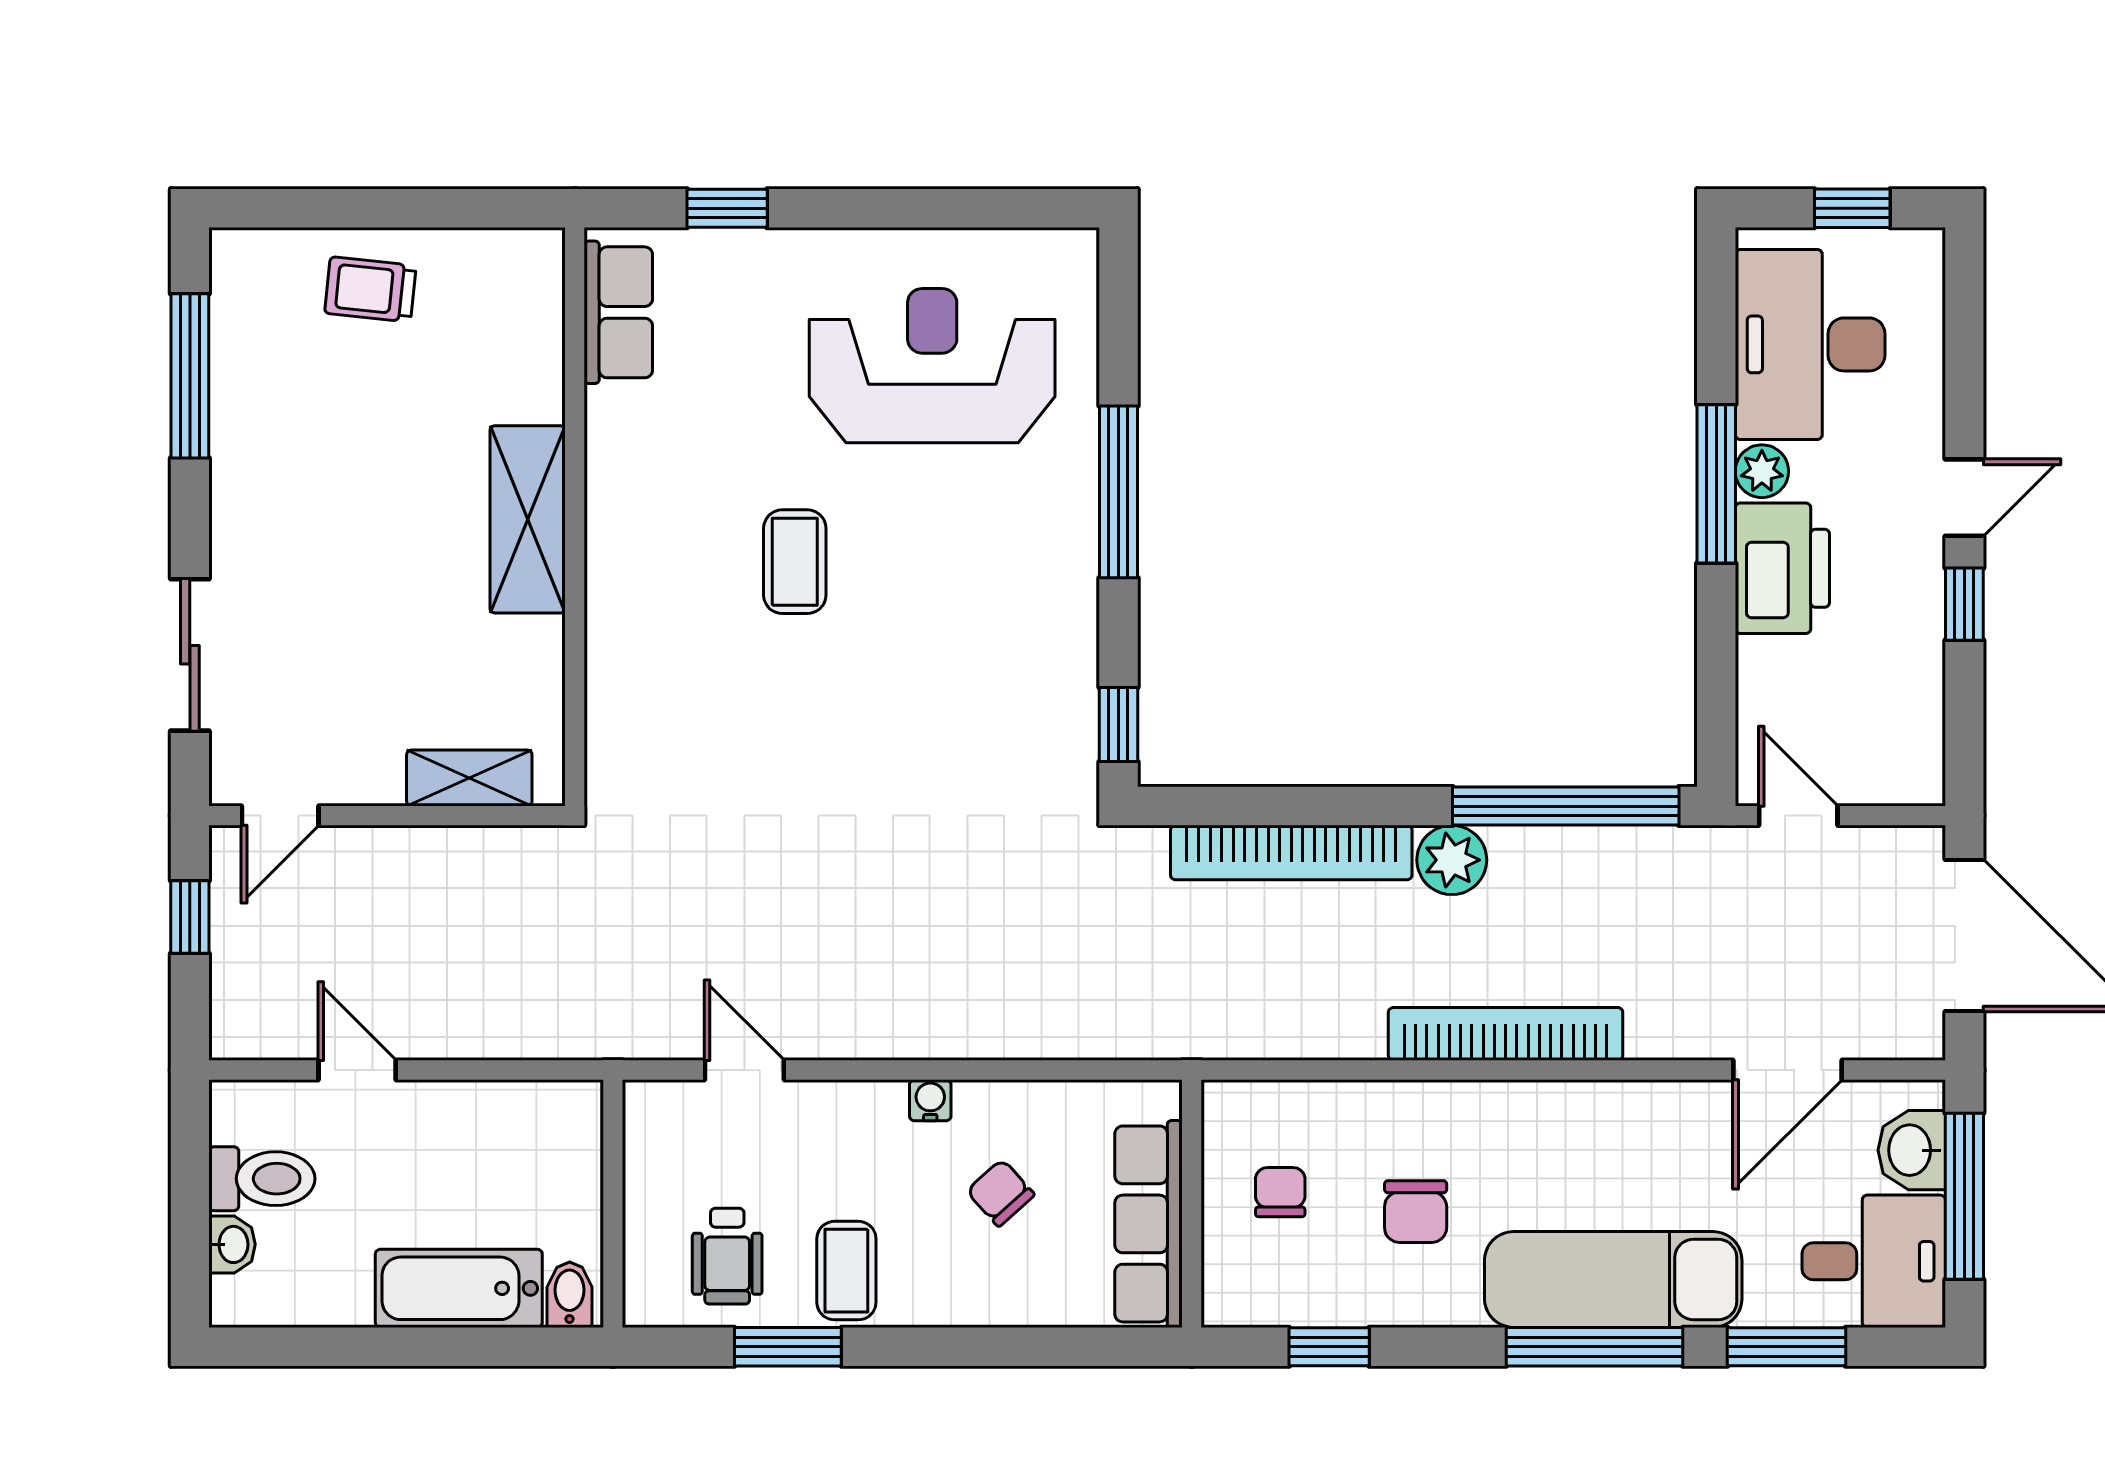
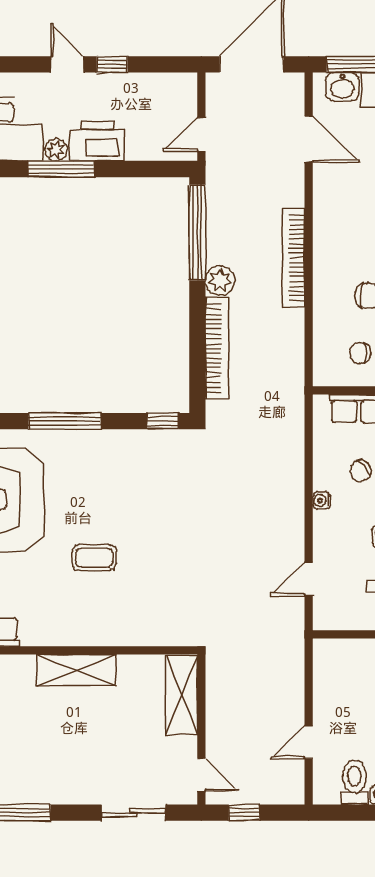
shelving: (469, 778) -> (181, 695), width x1.50, depth x1.33

